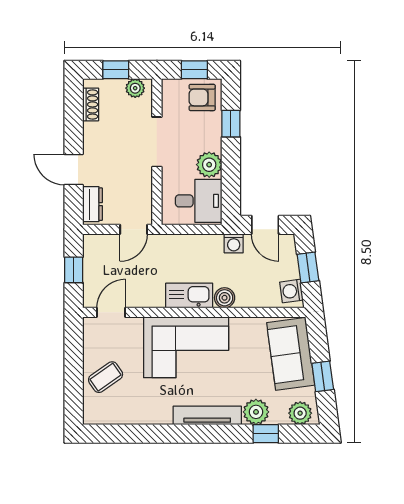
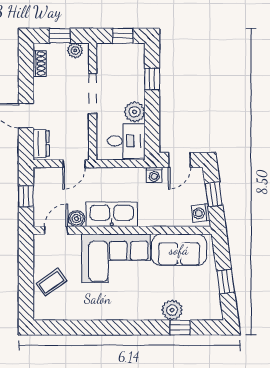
armchair: (202, 97) -> (129, 58), removed
door: (265, 225) -> (179, 160), hinge flipped
kitchen sink: (189, 296) -> (112, 214), width x1.36, depth x1.24
boiler: (225, 298) -> (77, 219), moved
sofa: (291, 354) -> (179, 250), moved, turned -82
plant: (300, 413) -> (207, 311), removed
tv unit: (207, 415) -> (133, 313), removed

